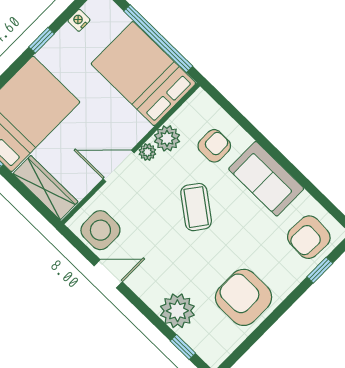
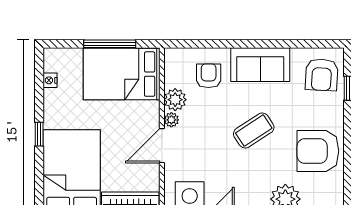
window: (158, 39) -> (110, 44), width x0.68
window: (42, 40) -> (39, 134), moved
coffee table: (196, 207) -> (254, 131), moved, turned -70

